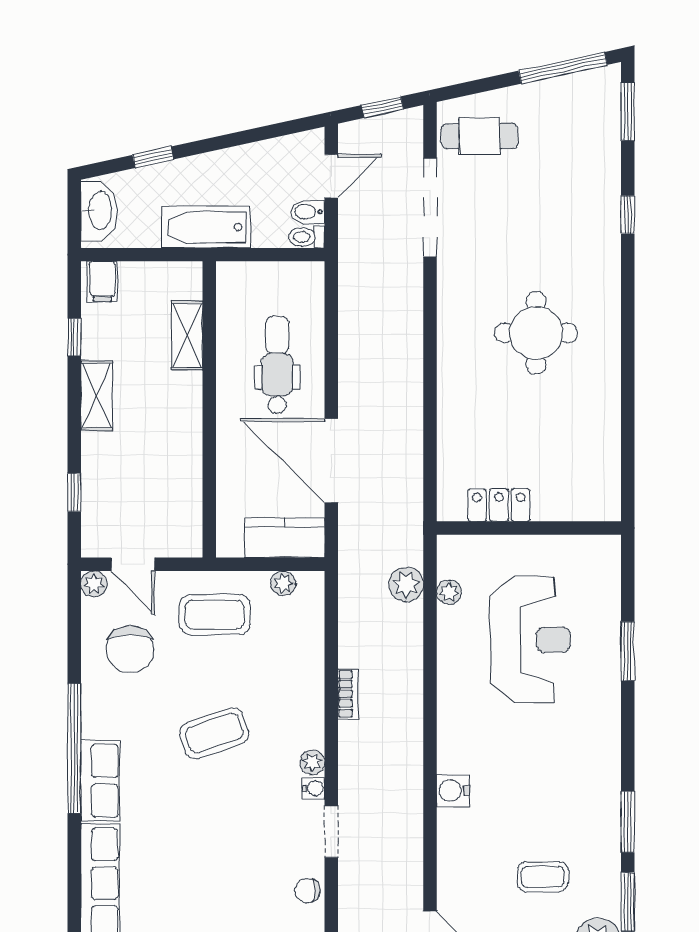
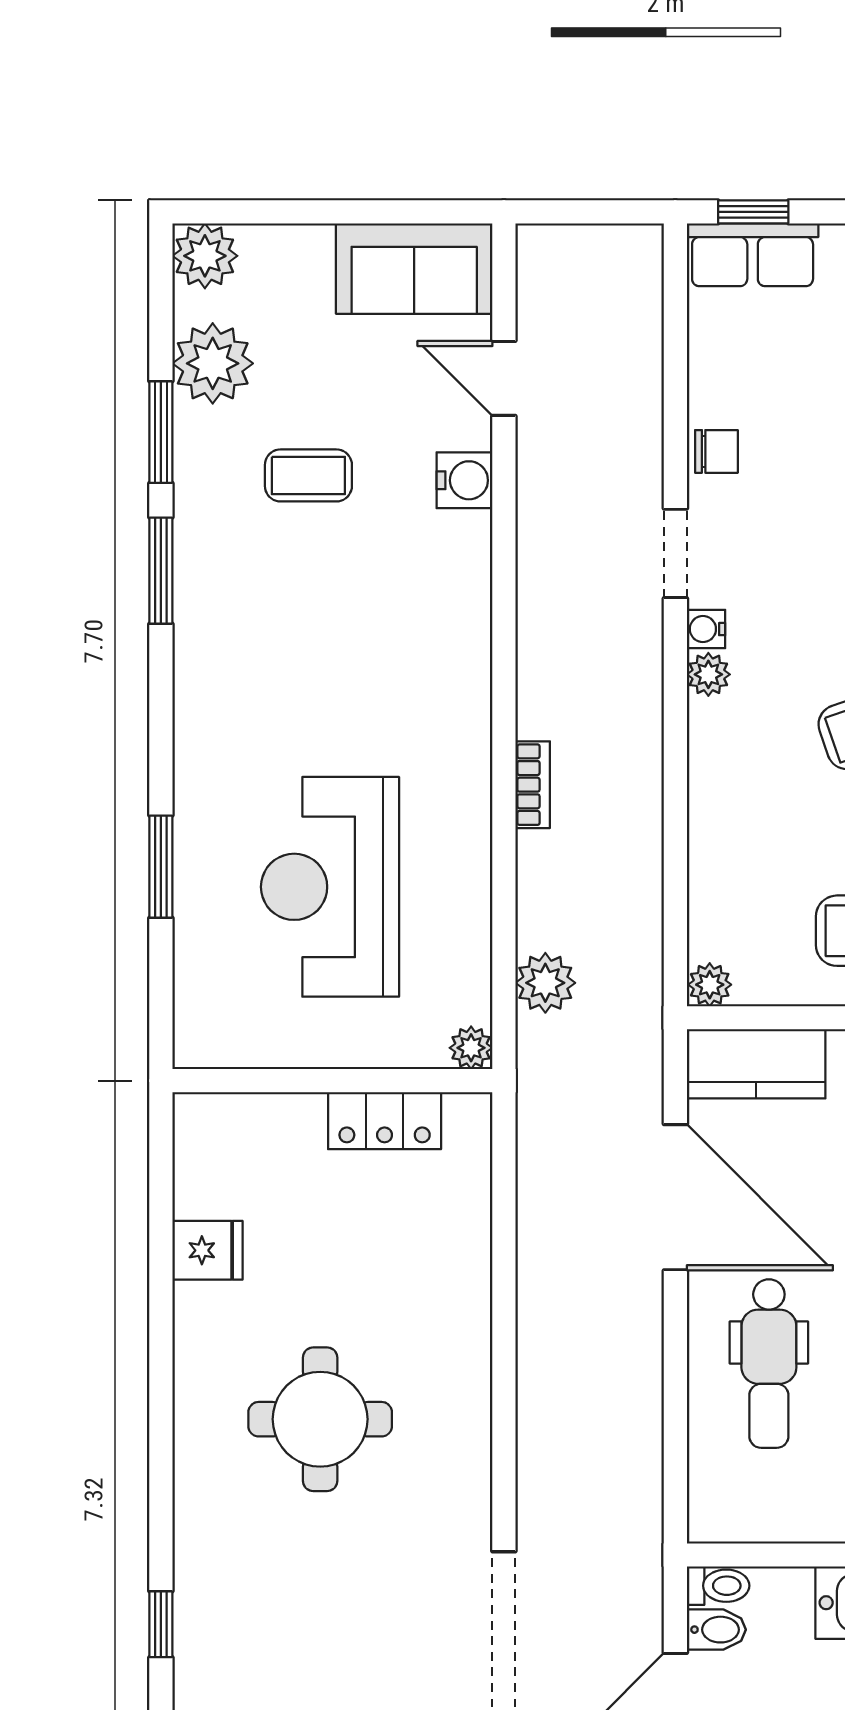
fridge: (601, 430) -> (207, 1250), added
plant: (283, 583) -> (710, 985), moved
plant: (449, 592) -> (471, 1048), moved
bookcase: (348, 694) -> (533, 785), moved, turned 180
water cooler: (453, 791) -> (464, 480), moved

